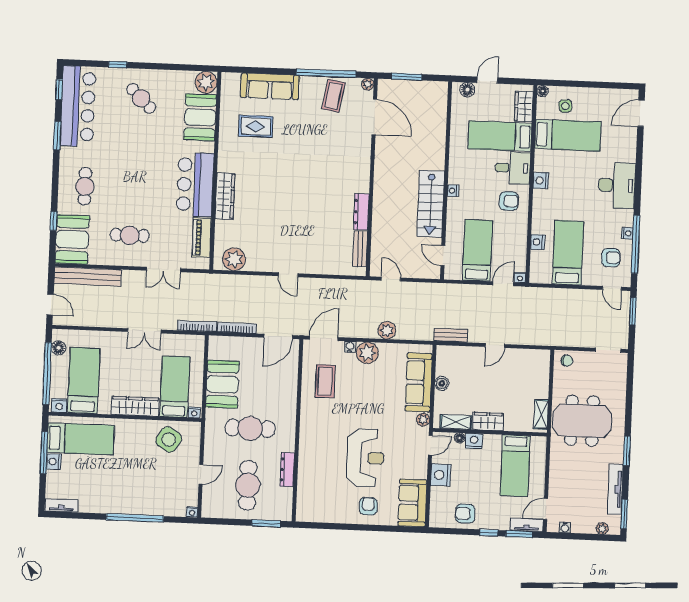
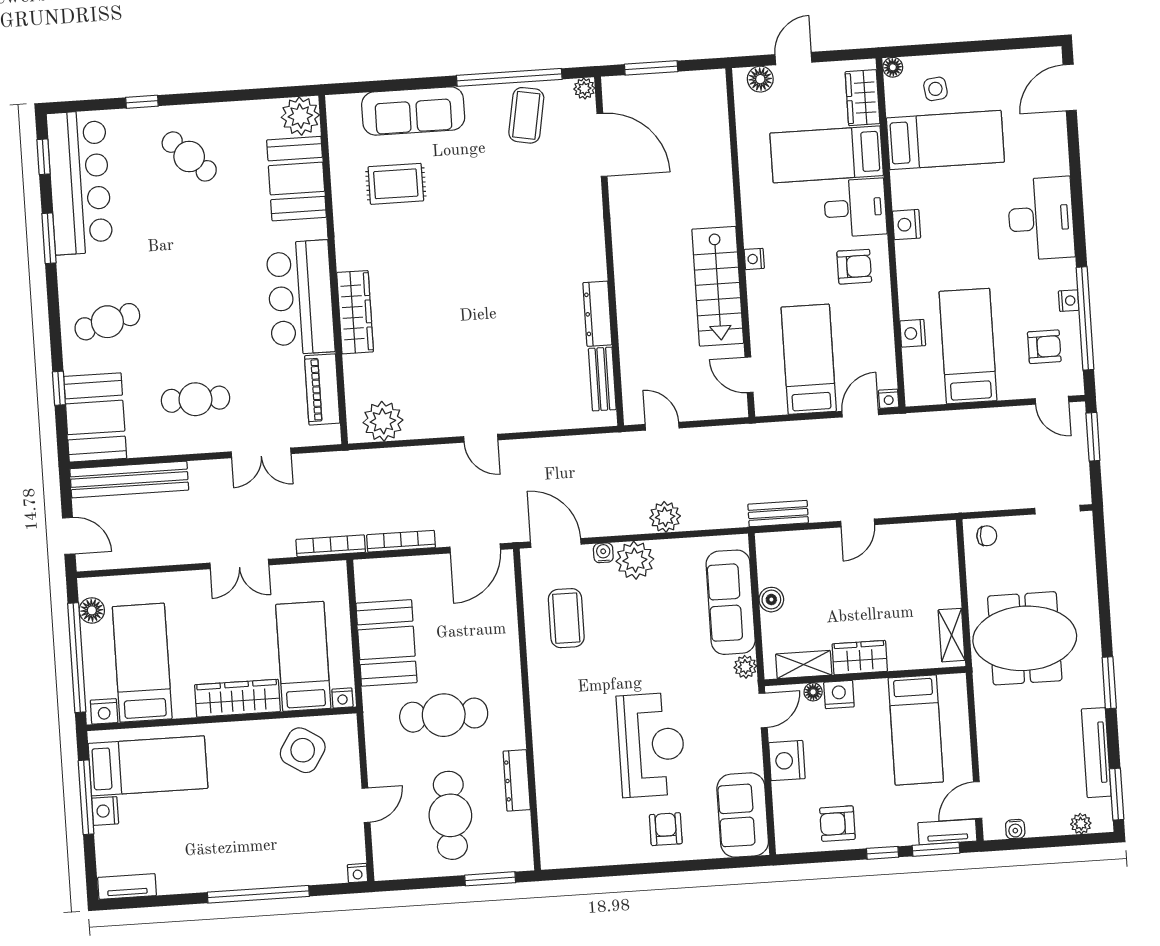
cafe table: (85, 186) -> (107, 322), turned 76
door: (324, 338) -> (556, 543), hinge flipped

